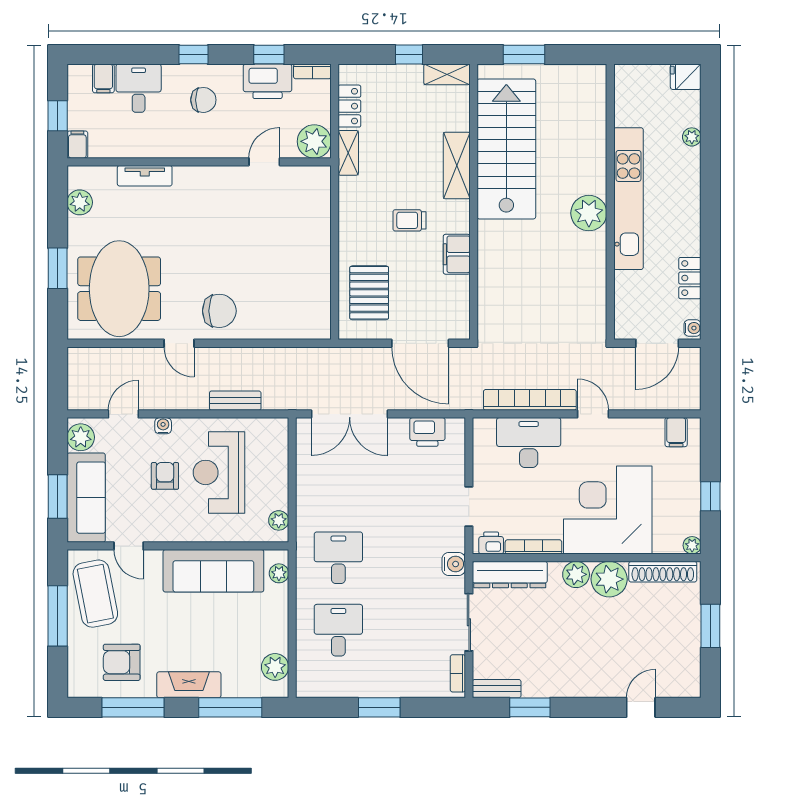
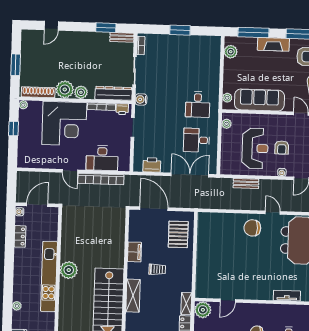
filing cabinet: (676, 432) -> (29, 161), removed
desk: (338, 630) -> (197, 140), moved, turned 90

